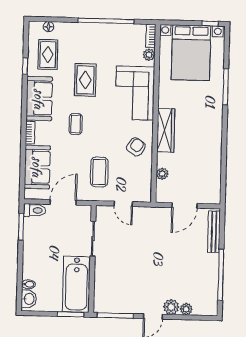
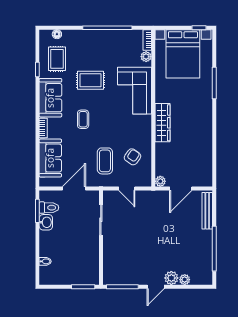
rug: (85, 80) -> (91, 80), turned 90
armchair: (136, 147) -> (132, 157), moved
plant: (162, 174) -> (160, 181), moved
toilet: (35, 210) -> (49, 208), moved
bathtub: (76, 284) -> (87, 260), removed
washbasin: (29, 299) -> (46, 222), moved

